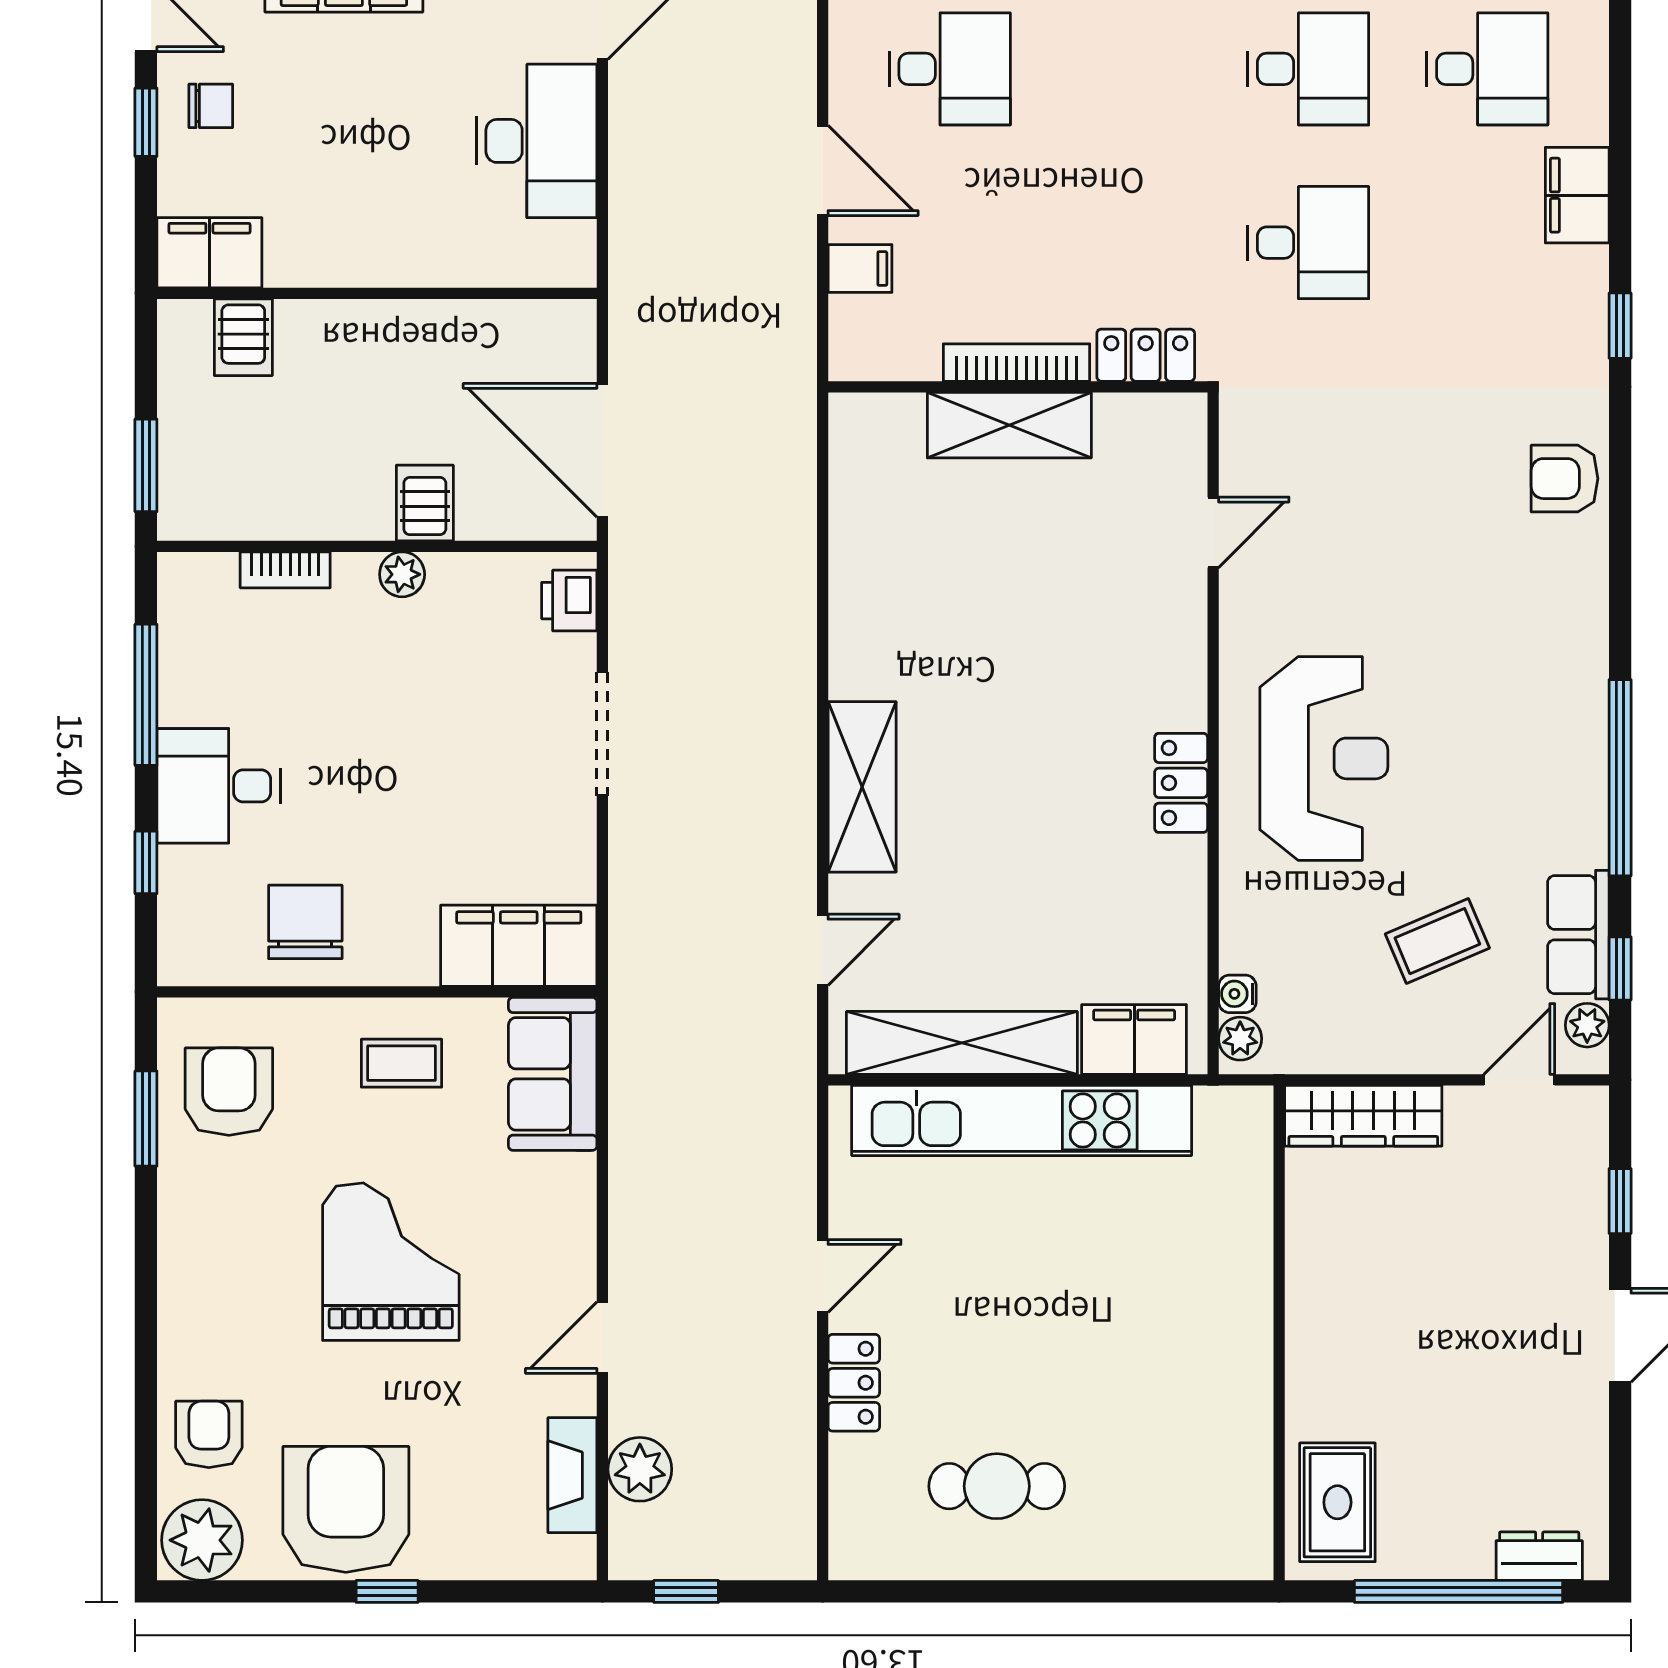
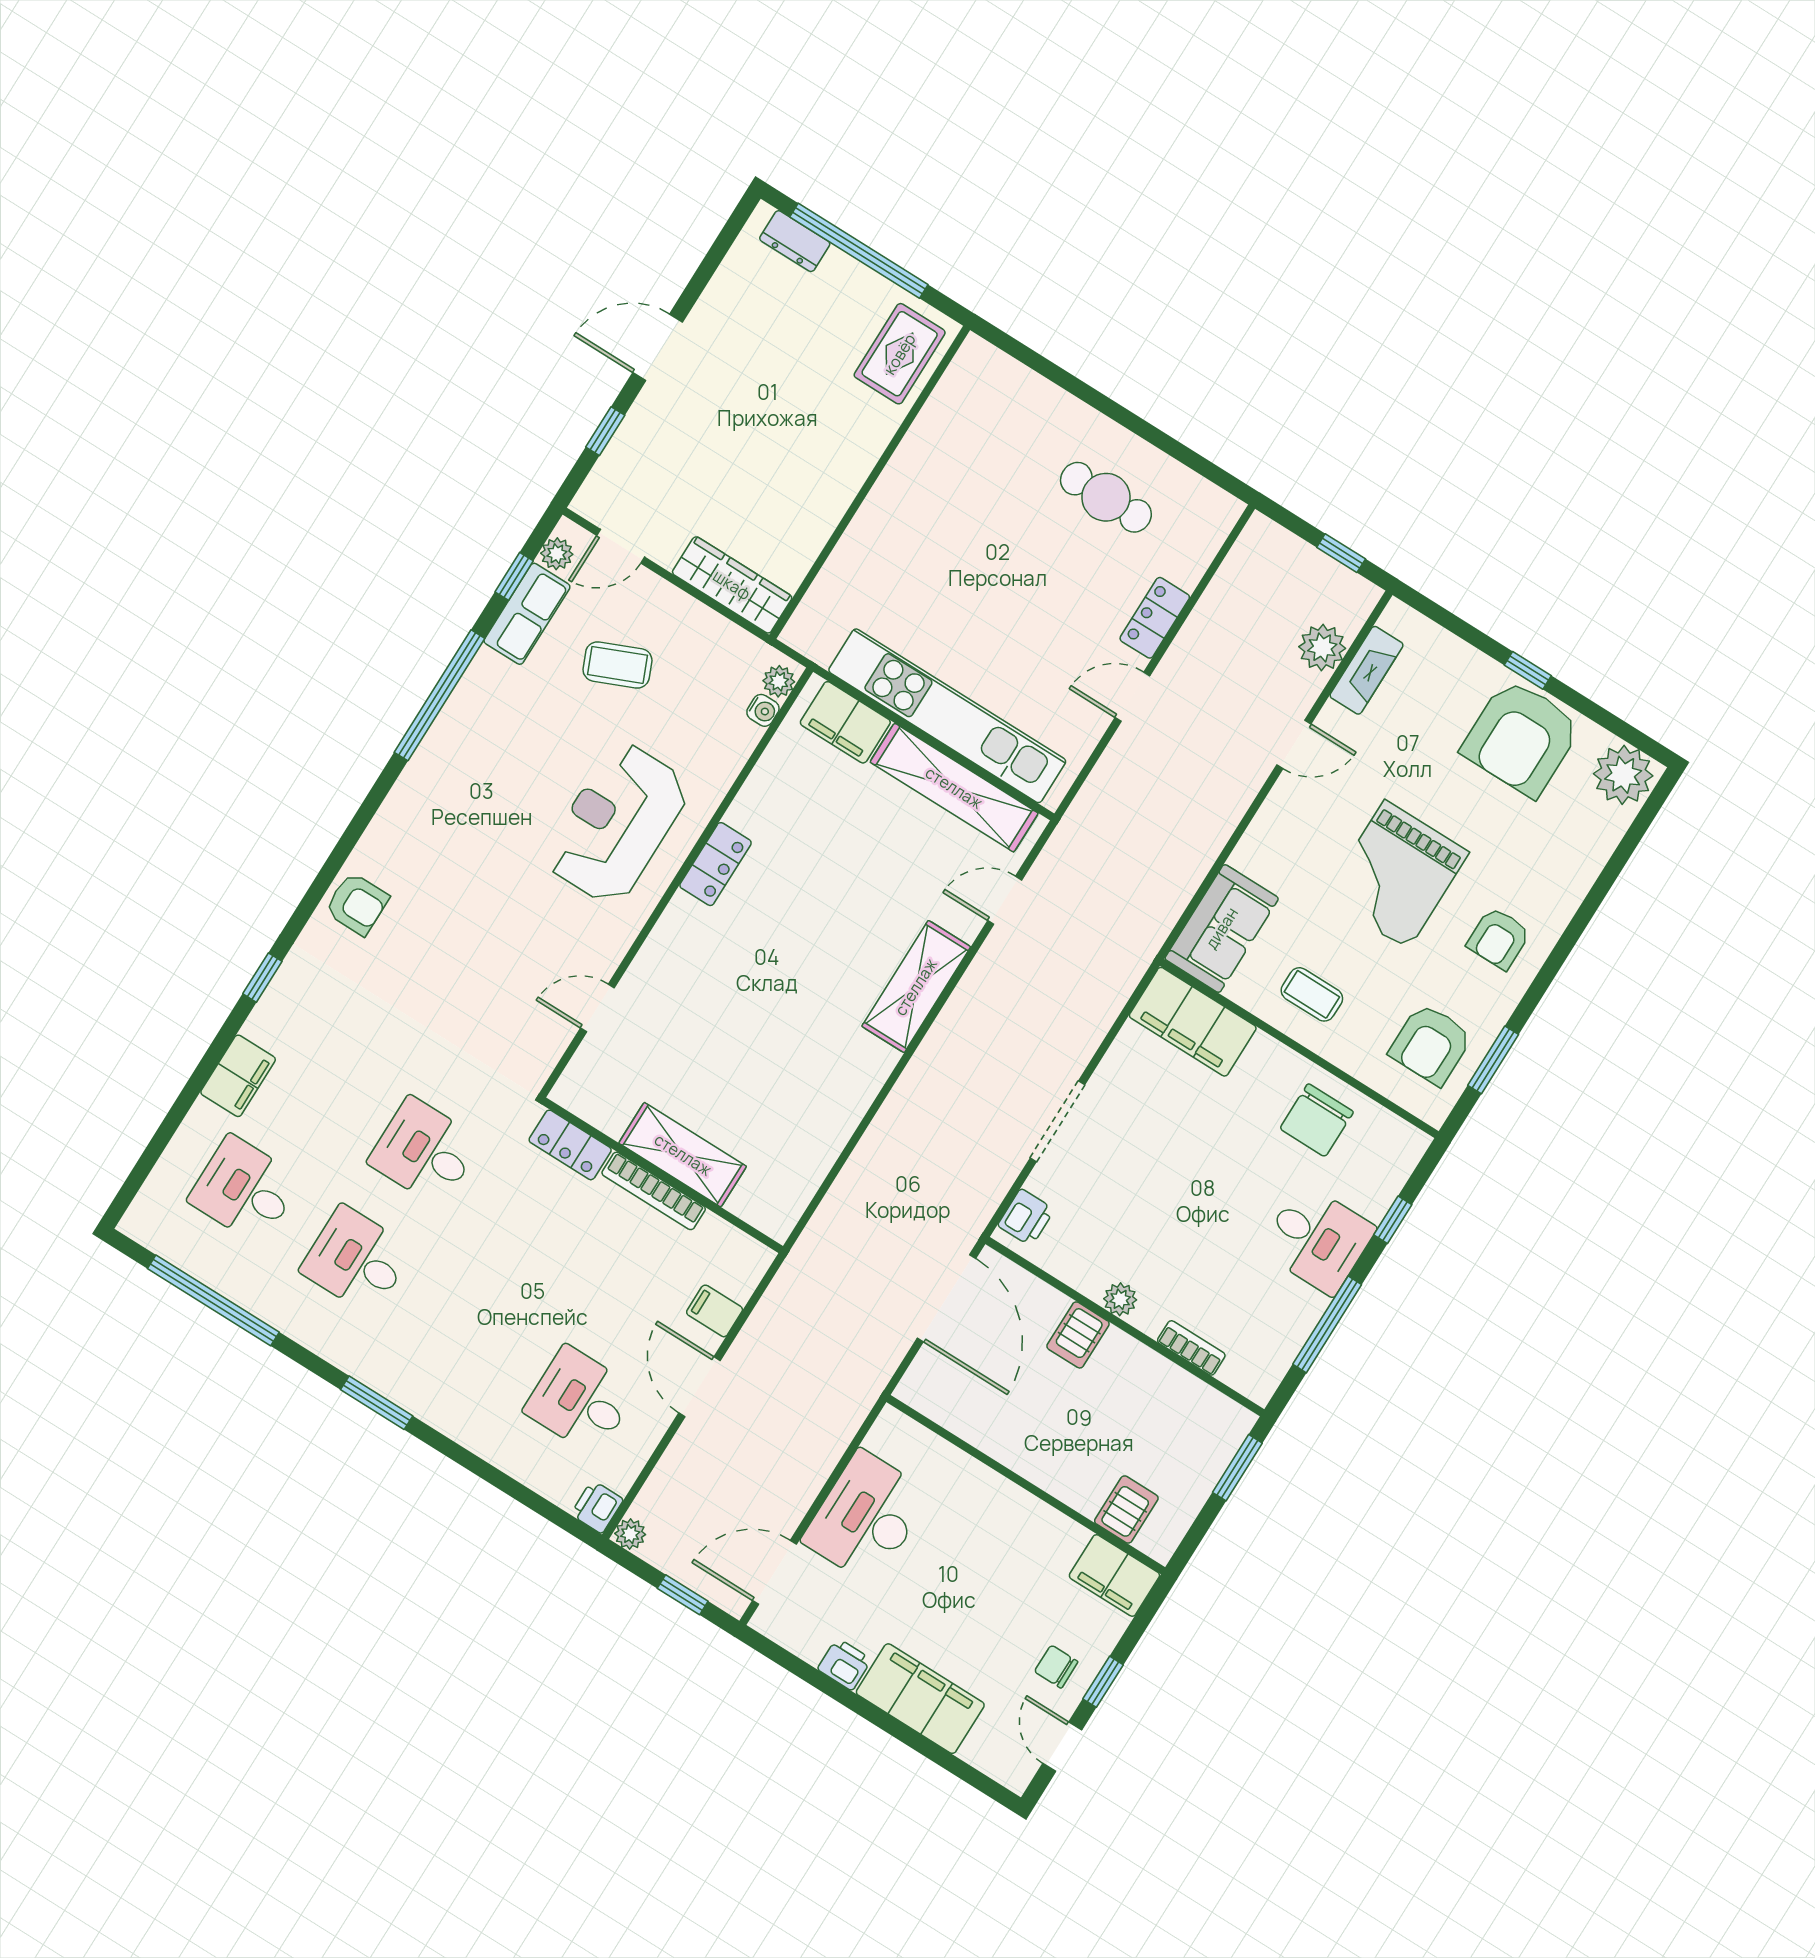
armchair: (209, 1434) -> (1499, 938), moved

